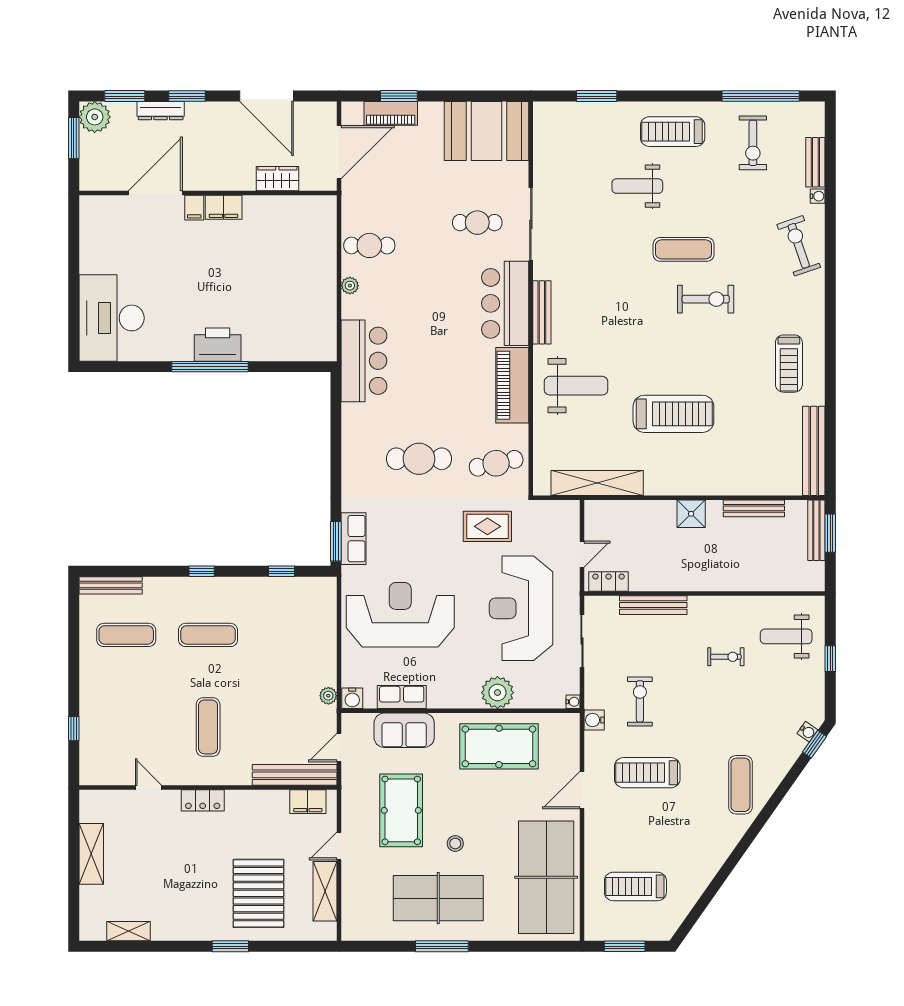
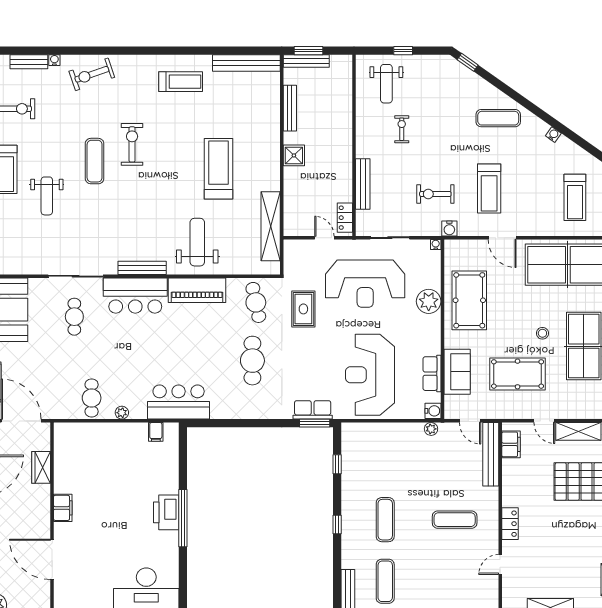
filing cabinet: (194, 208) -> (156, 432), moved, turned 90
water cooler: (807, 732) -> (553, 135), moved

